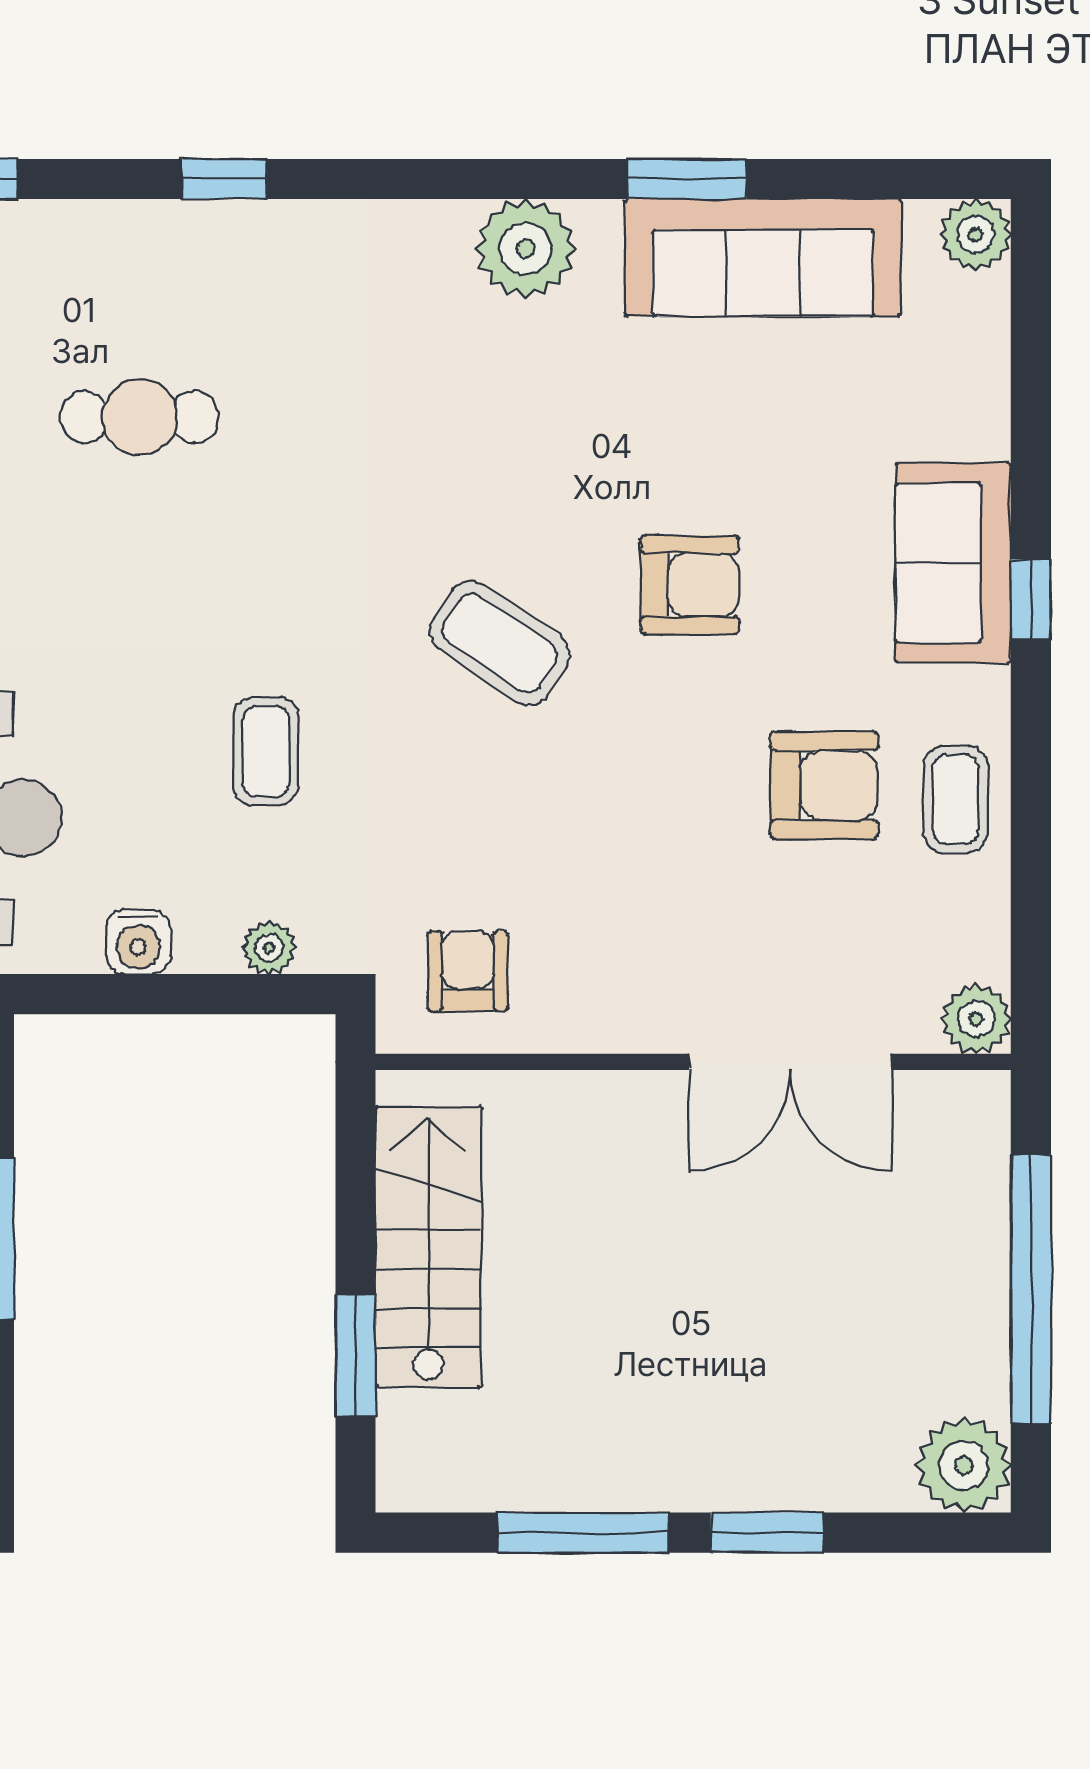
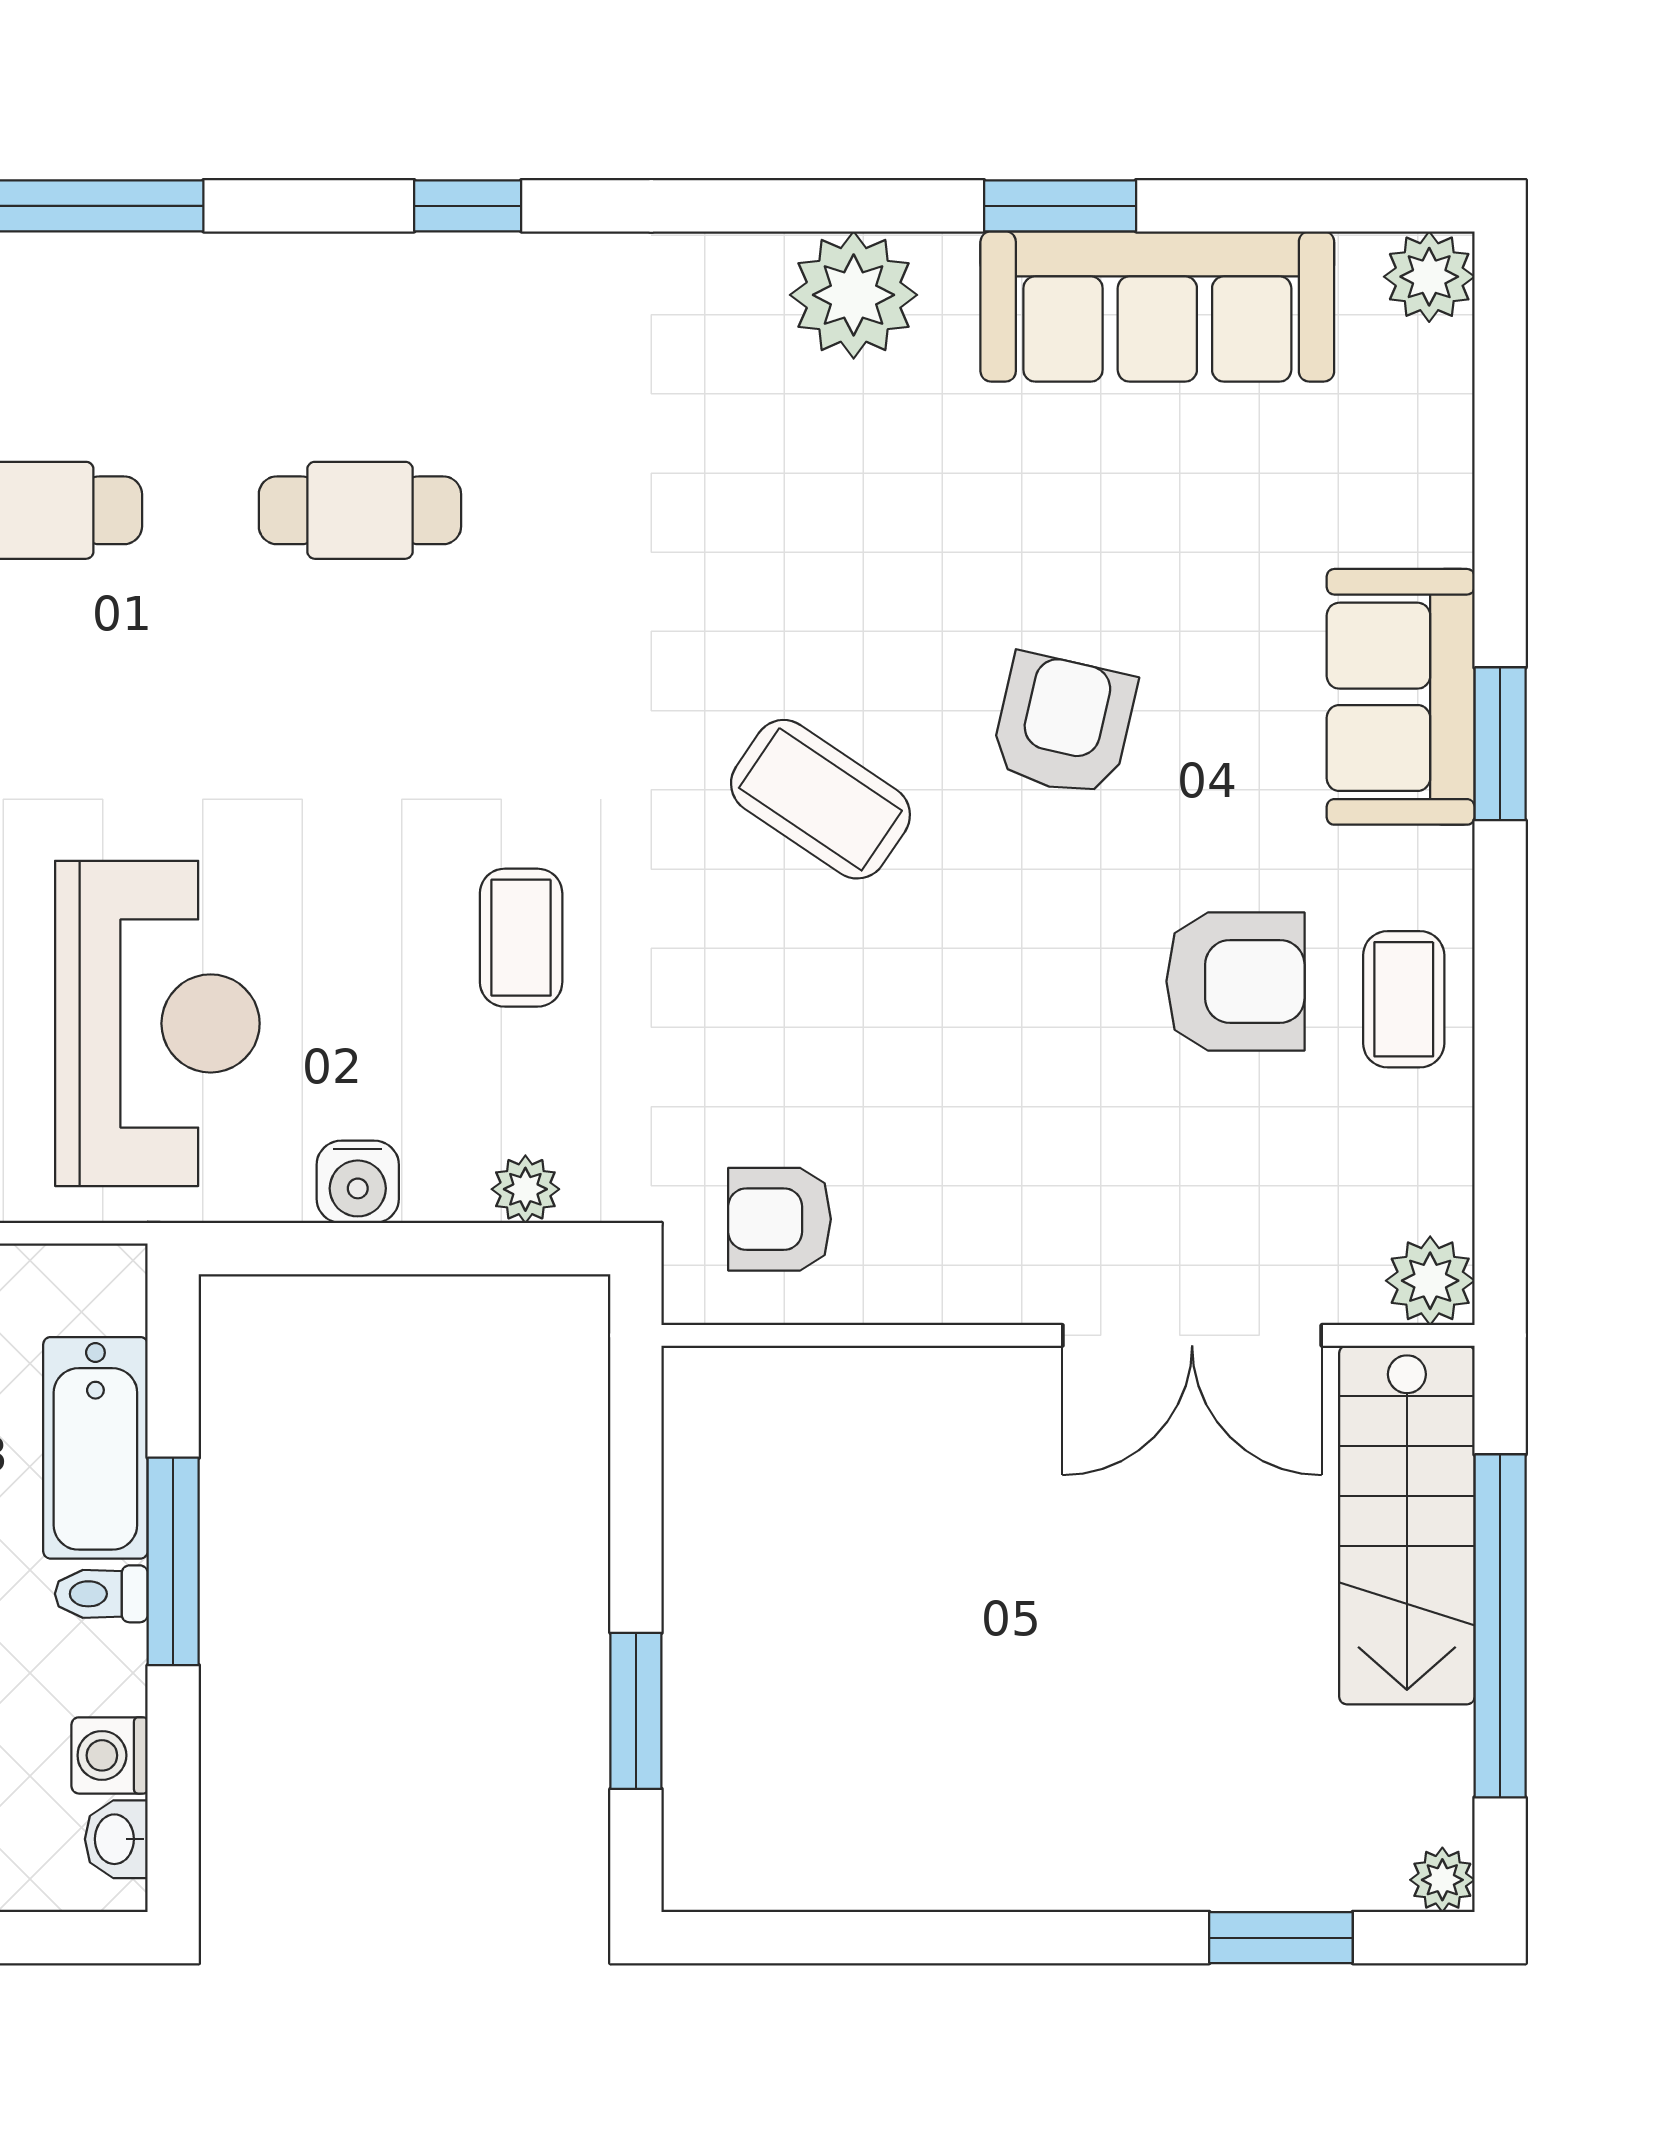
armchair: (690, 585) -> (1063, 725), turned -77
window: (1031, 600) -> (1500, 744), width x1.50
armchair: (468, 971) -> (780, 1219), turned -90
stairs: (428, 1247) -> (1407, 1525), moved, turned 180
plant: (964, 1465) -> (1442, 1880), width x0.53, depth x0.53
window: (583, 1533) -> (927, 1938), removed
window: (767, 1533) -> (1281, 1938), moved

